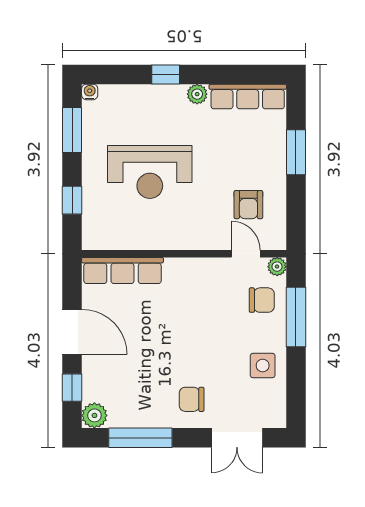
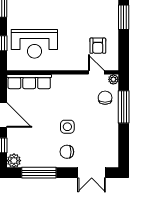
reception desk: (150, 172) -> (34, 44), moved
chair: (262, 300) -> (105, 98), turned -90
side table: (263, 365) -> (67, 127), moved

